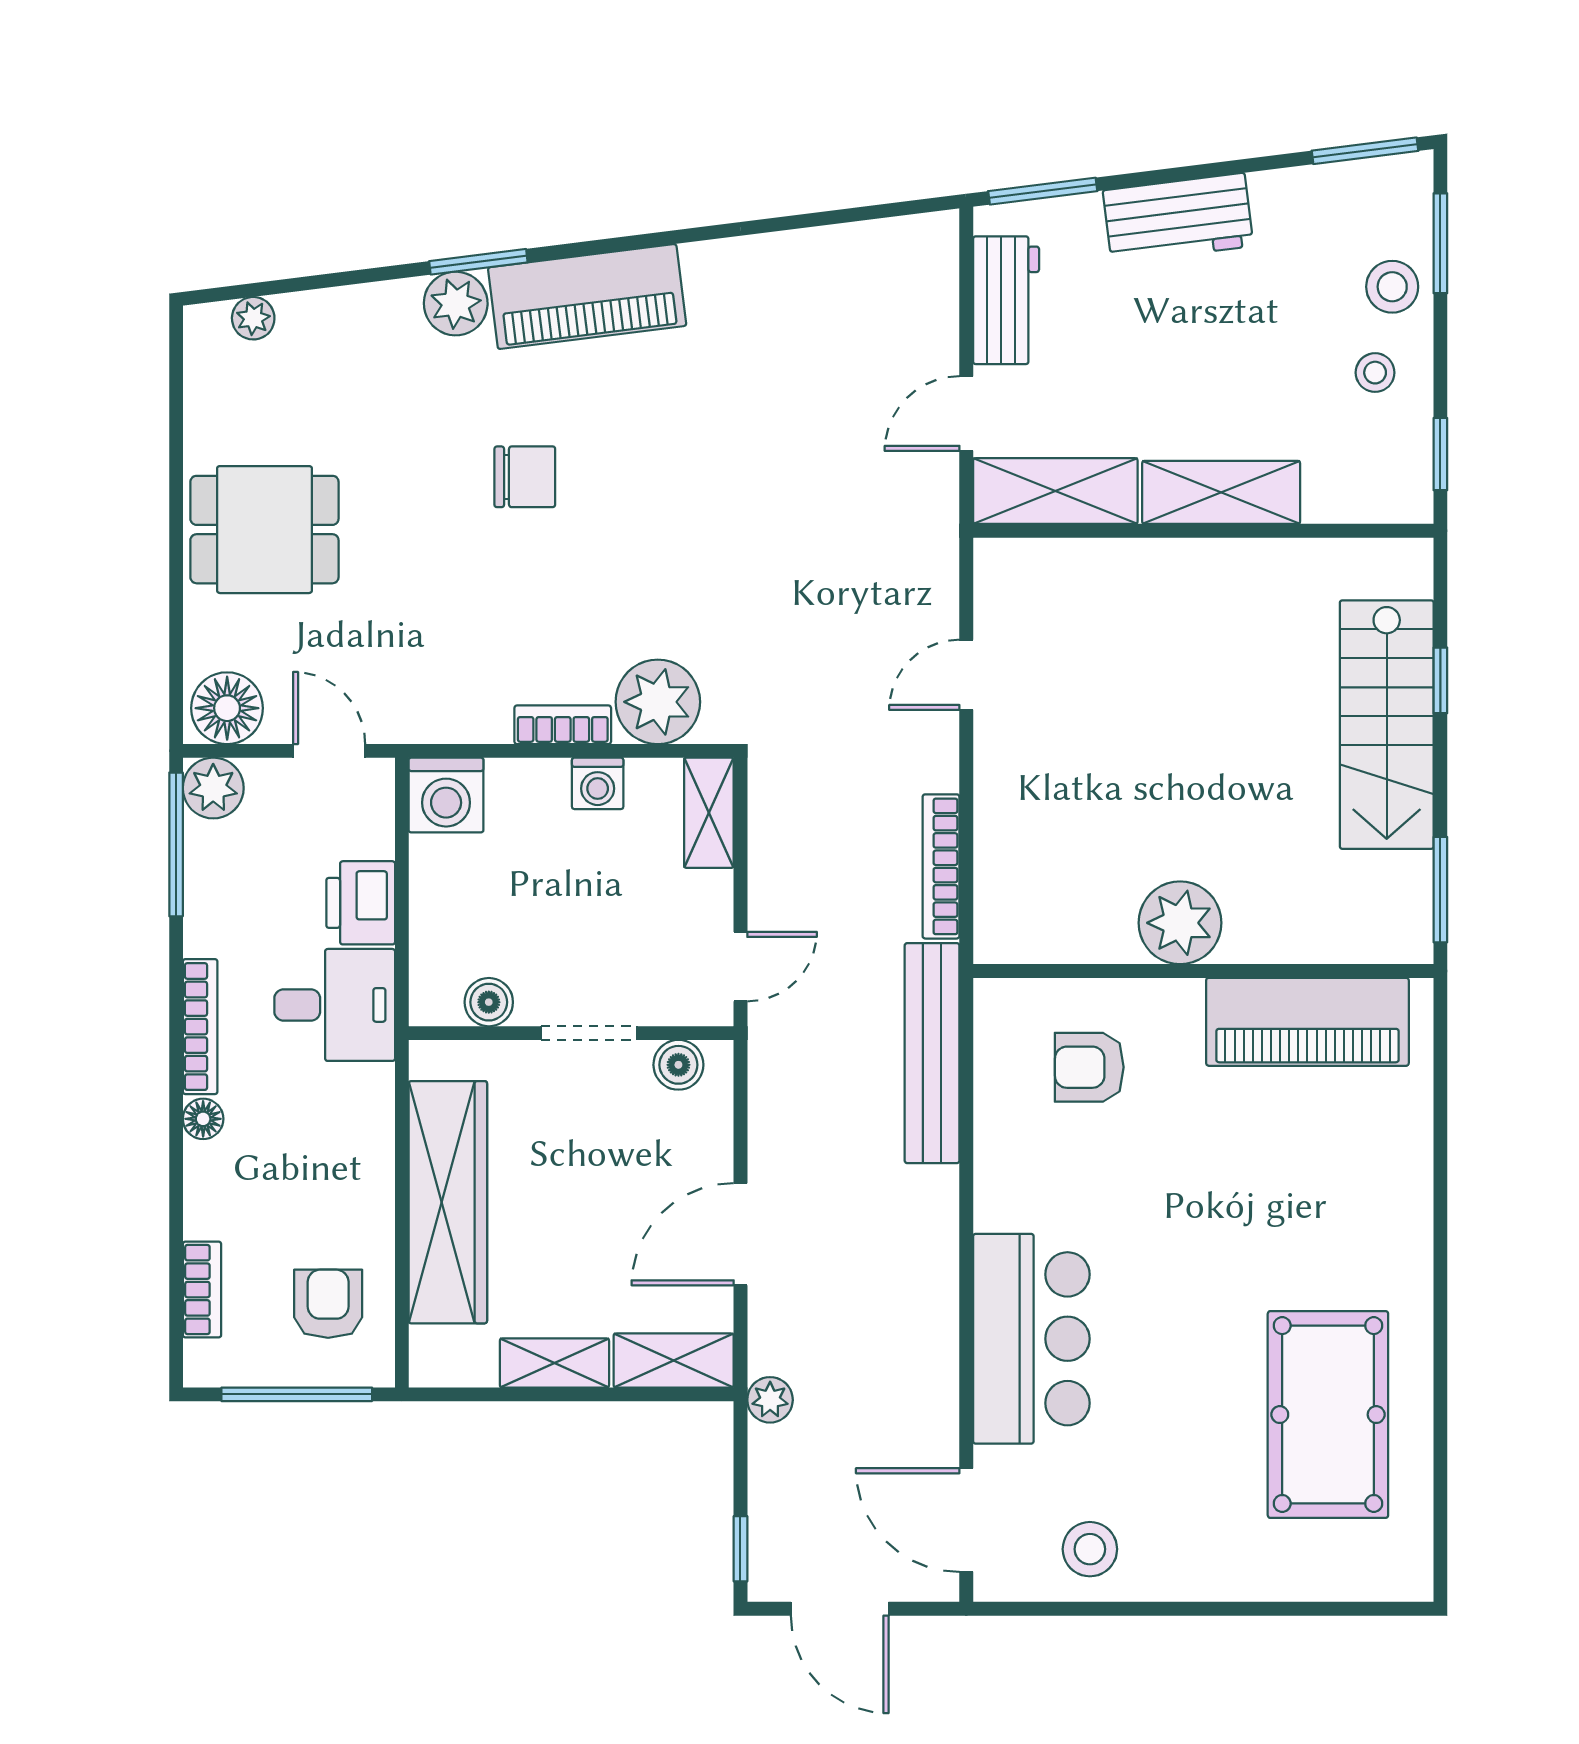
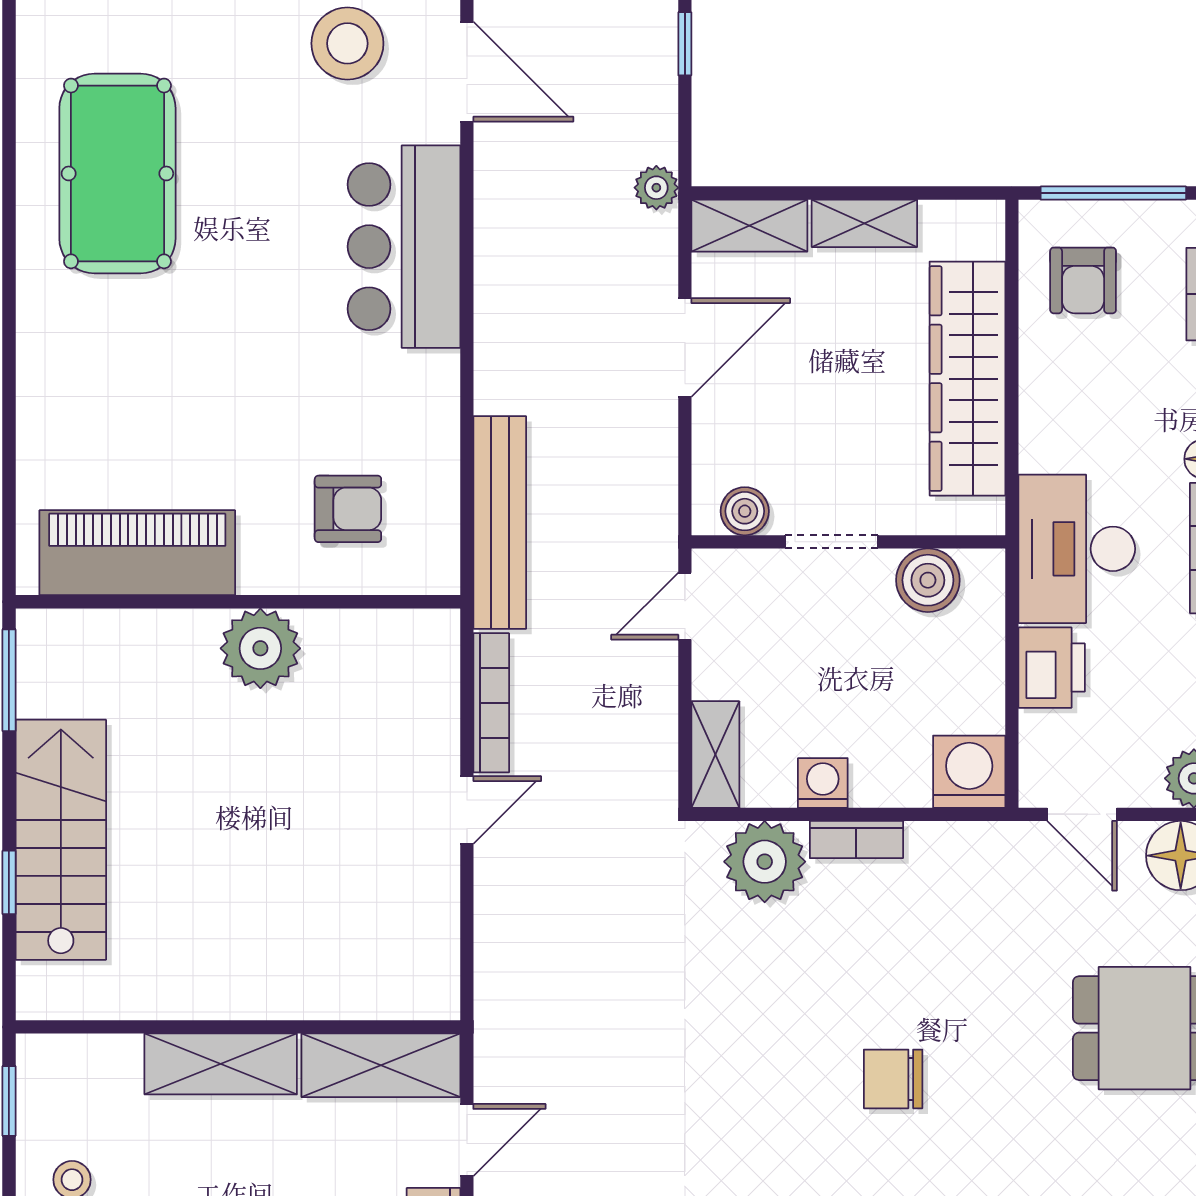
door: (966, 675) -> (467, 810), moved
boiler: (489, 1002) -> (928, 580), width x1.36, depth x1.36
desk: (335, 1005) -> (1077, 549), width x1.37
stool: (1090, 1549) -> (347, 43), width x1.38, depth x1.38

